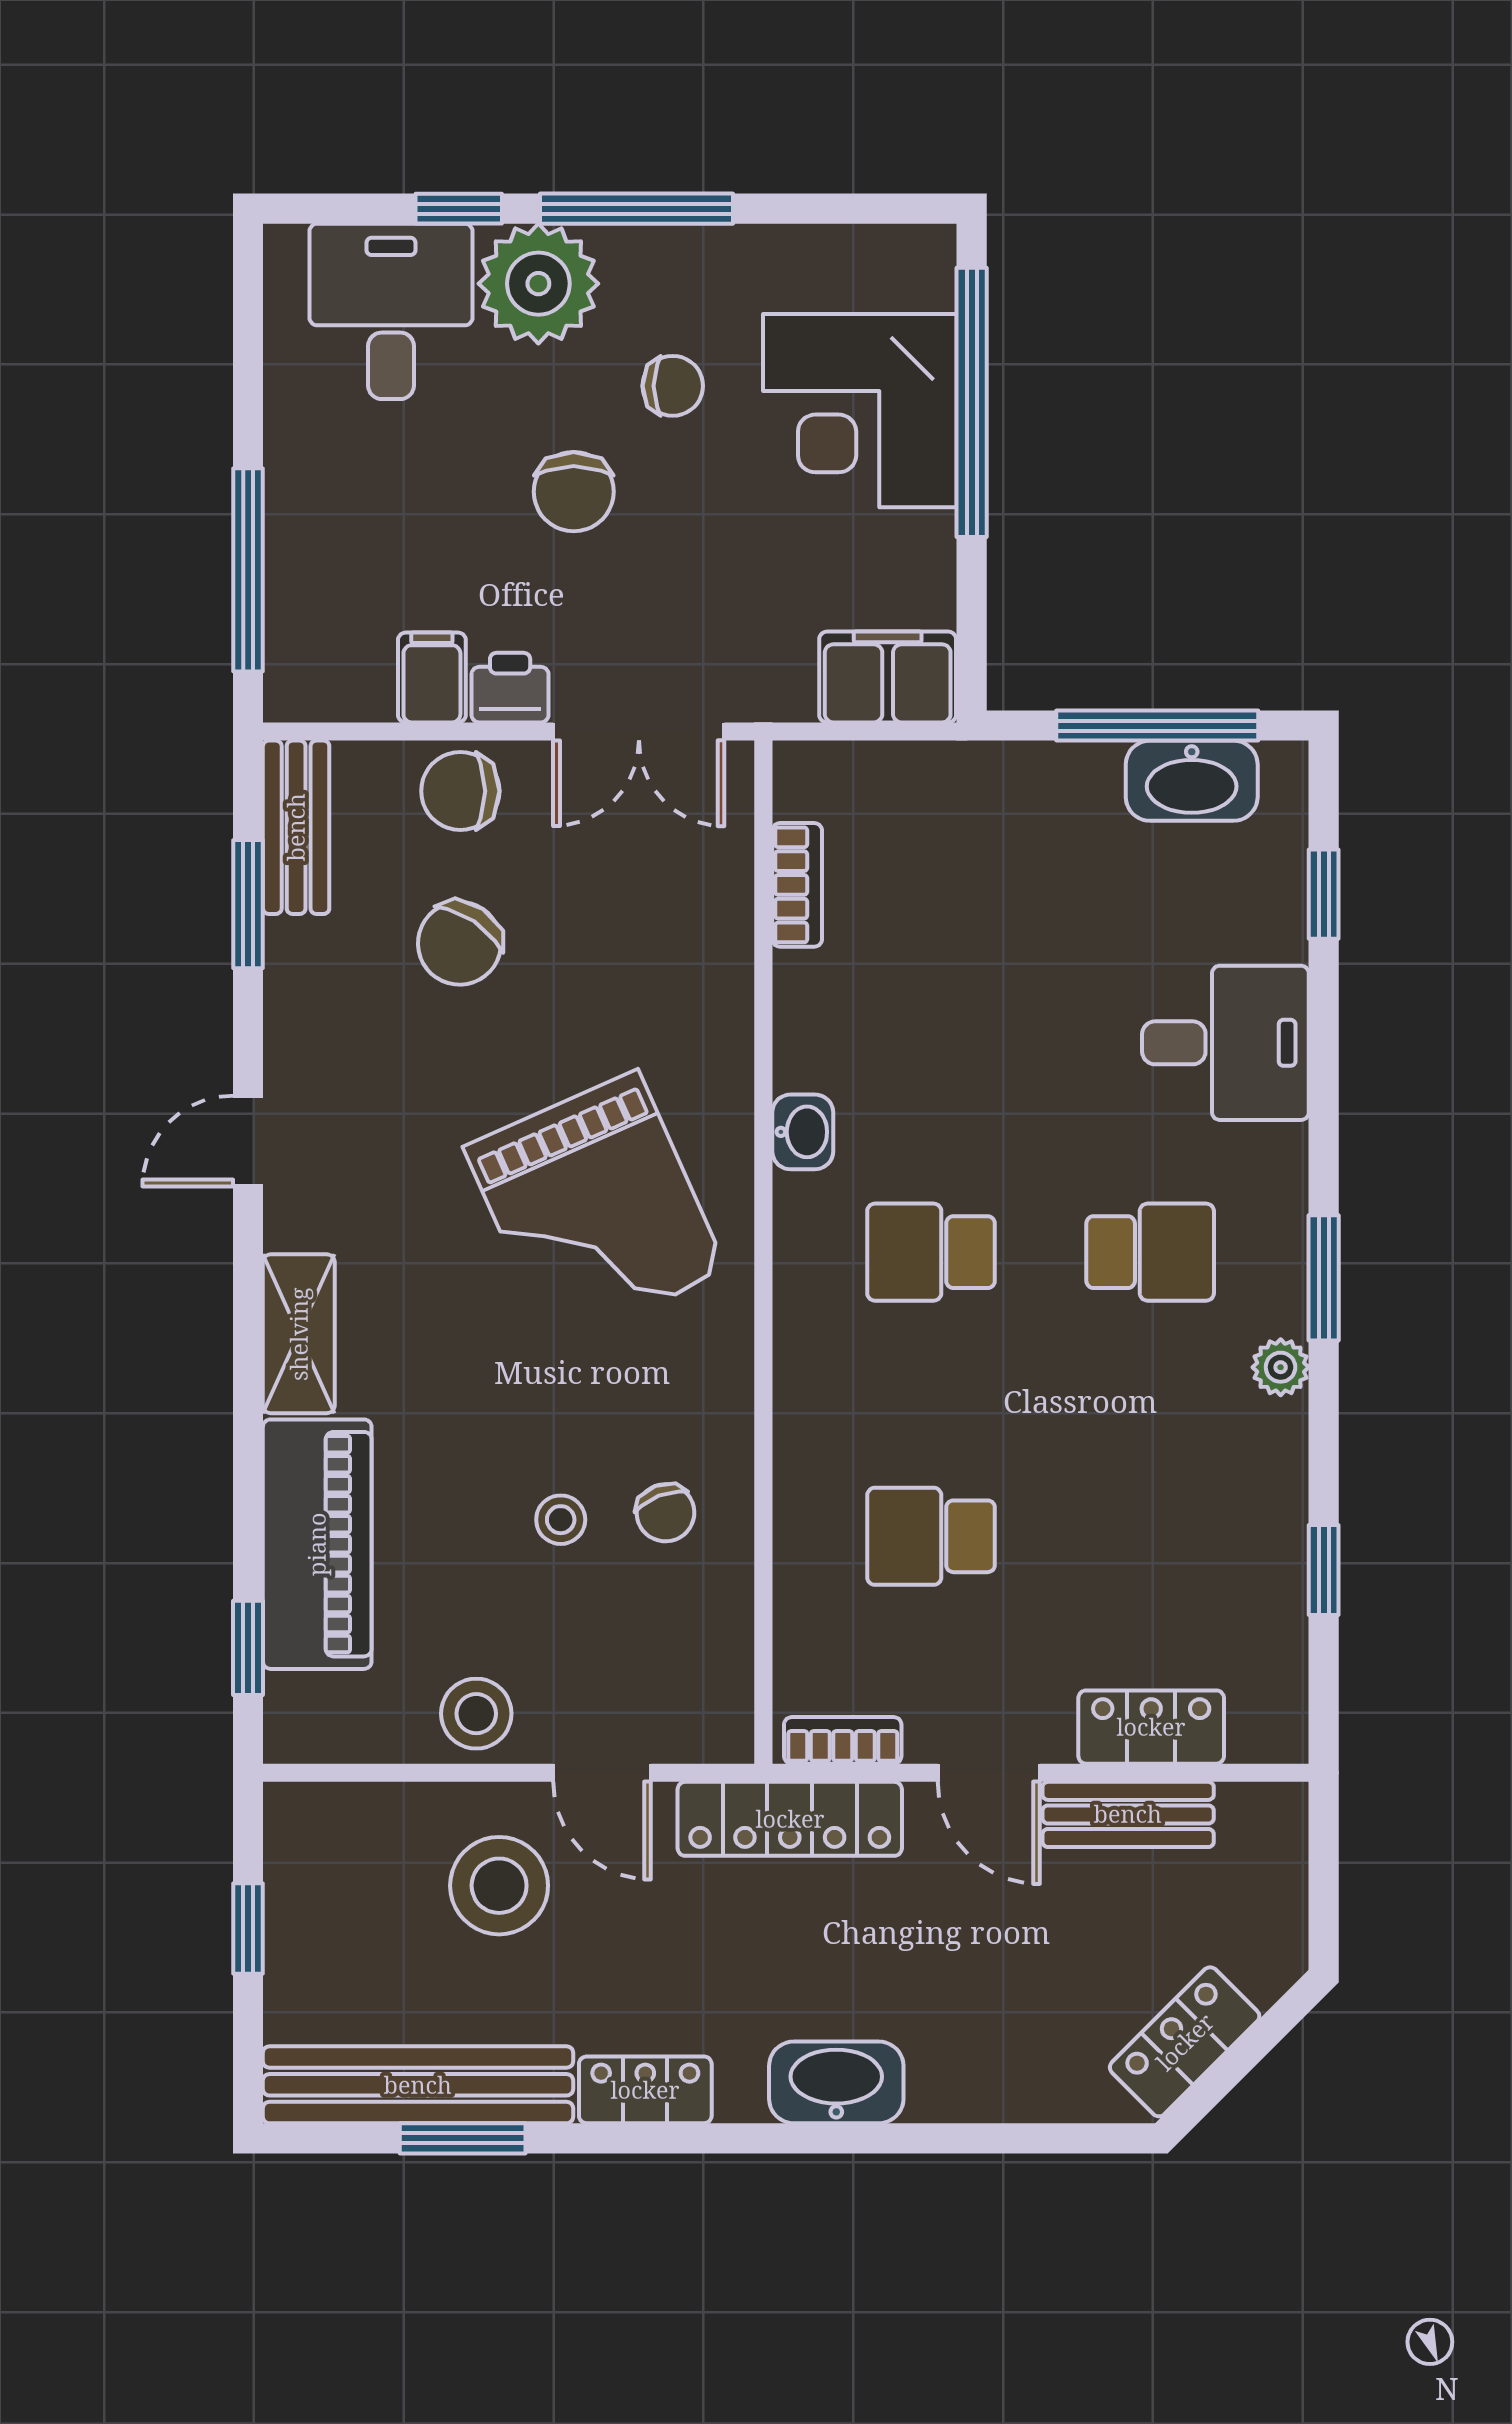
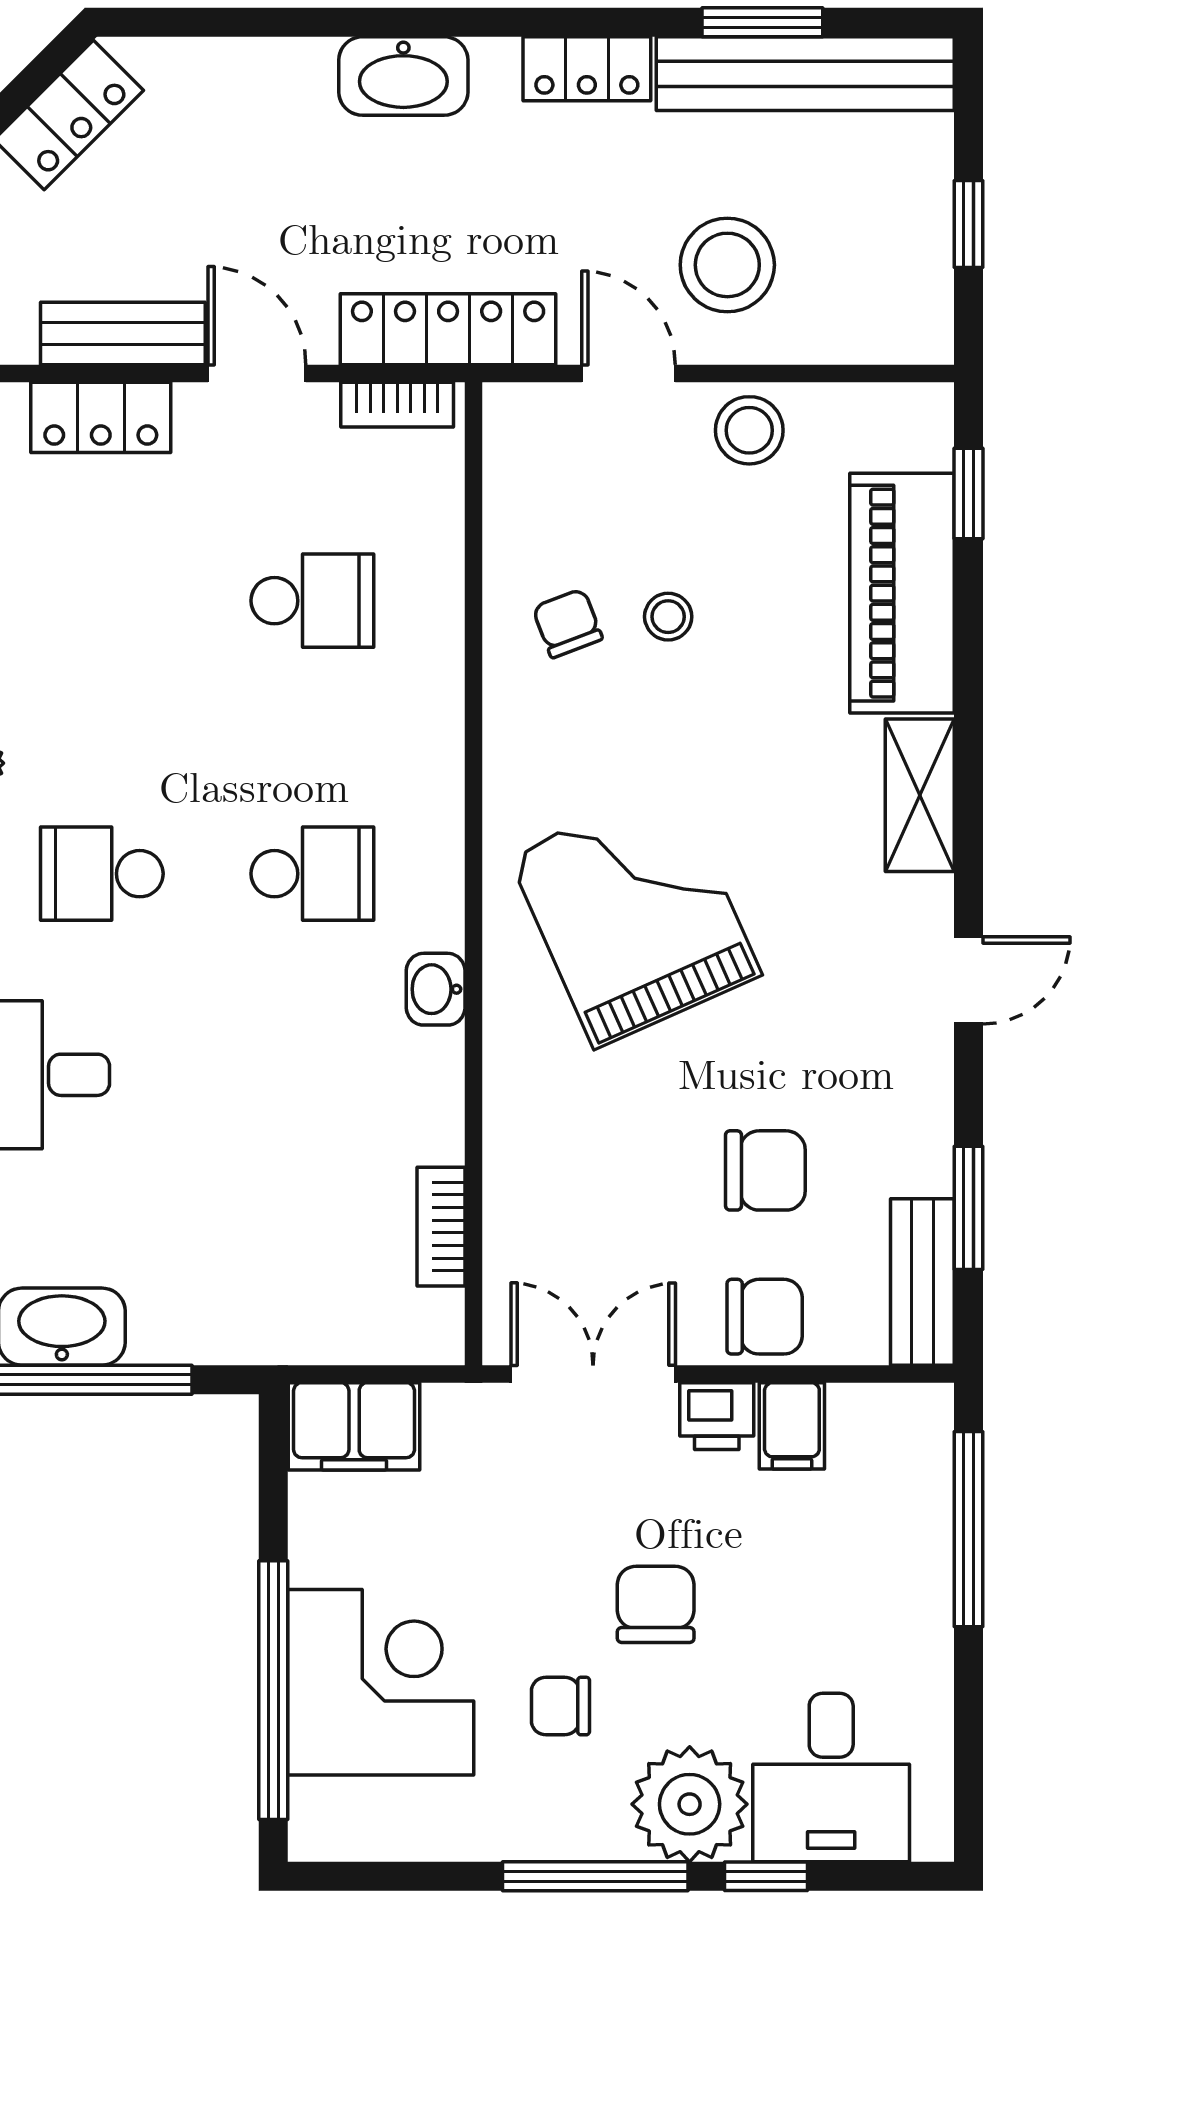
chair: (459, 943) -> (765, 1170), turned 56

